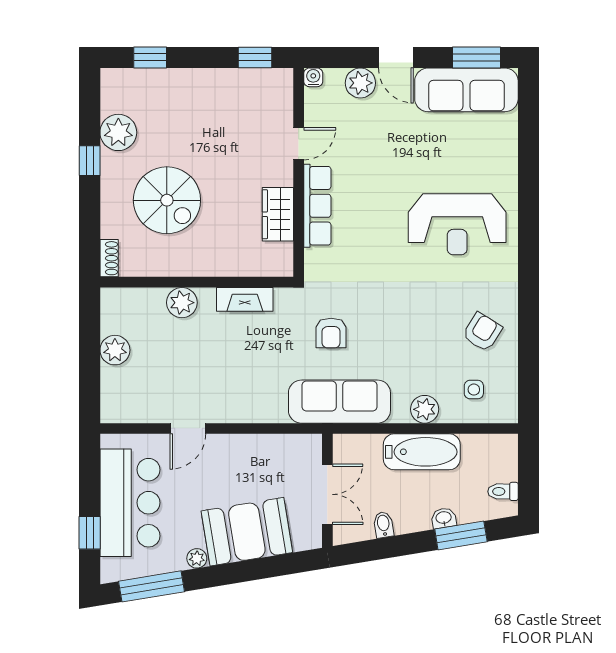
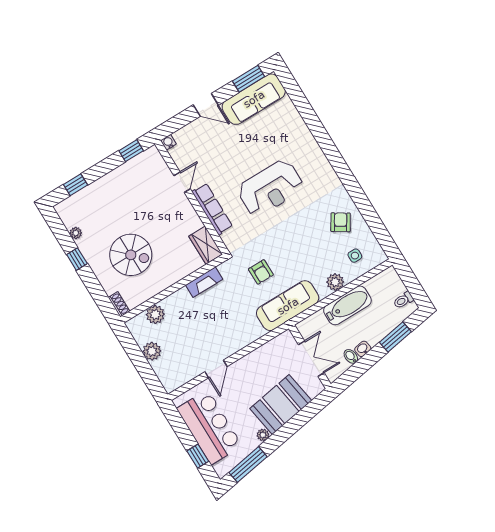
plant: (360, 83) -> (195, 130), removed
plant: (118, 132) -> (76, 233), width x0.53, depth x0.53
wardrobe: (278, 214) -> (206, 245), moved
reception desk: (457, 224) -> (270, 188), moved
plant: (182, 303) -> (155, 314), moved
washbasin: (444, 518) -> (363, 349), moved

